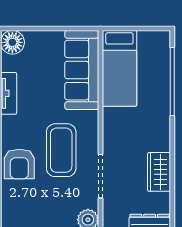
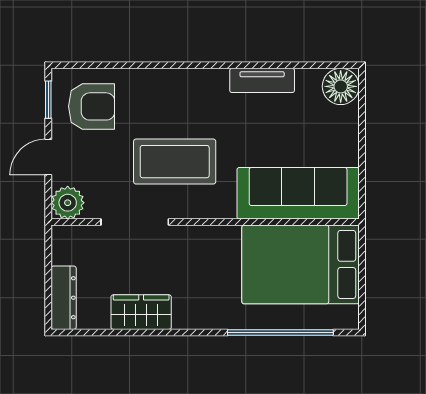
bed: (119, 68) -> (301, 264), width x1.50
armchair: (19, 164) -> (91, 106), moved, turned 180

